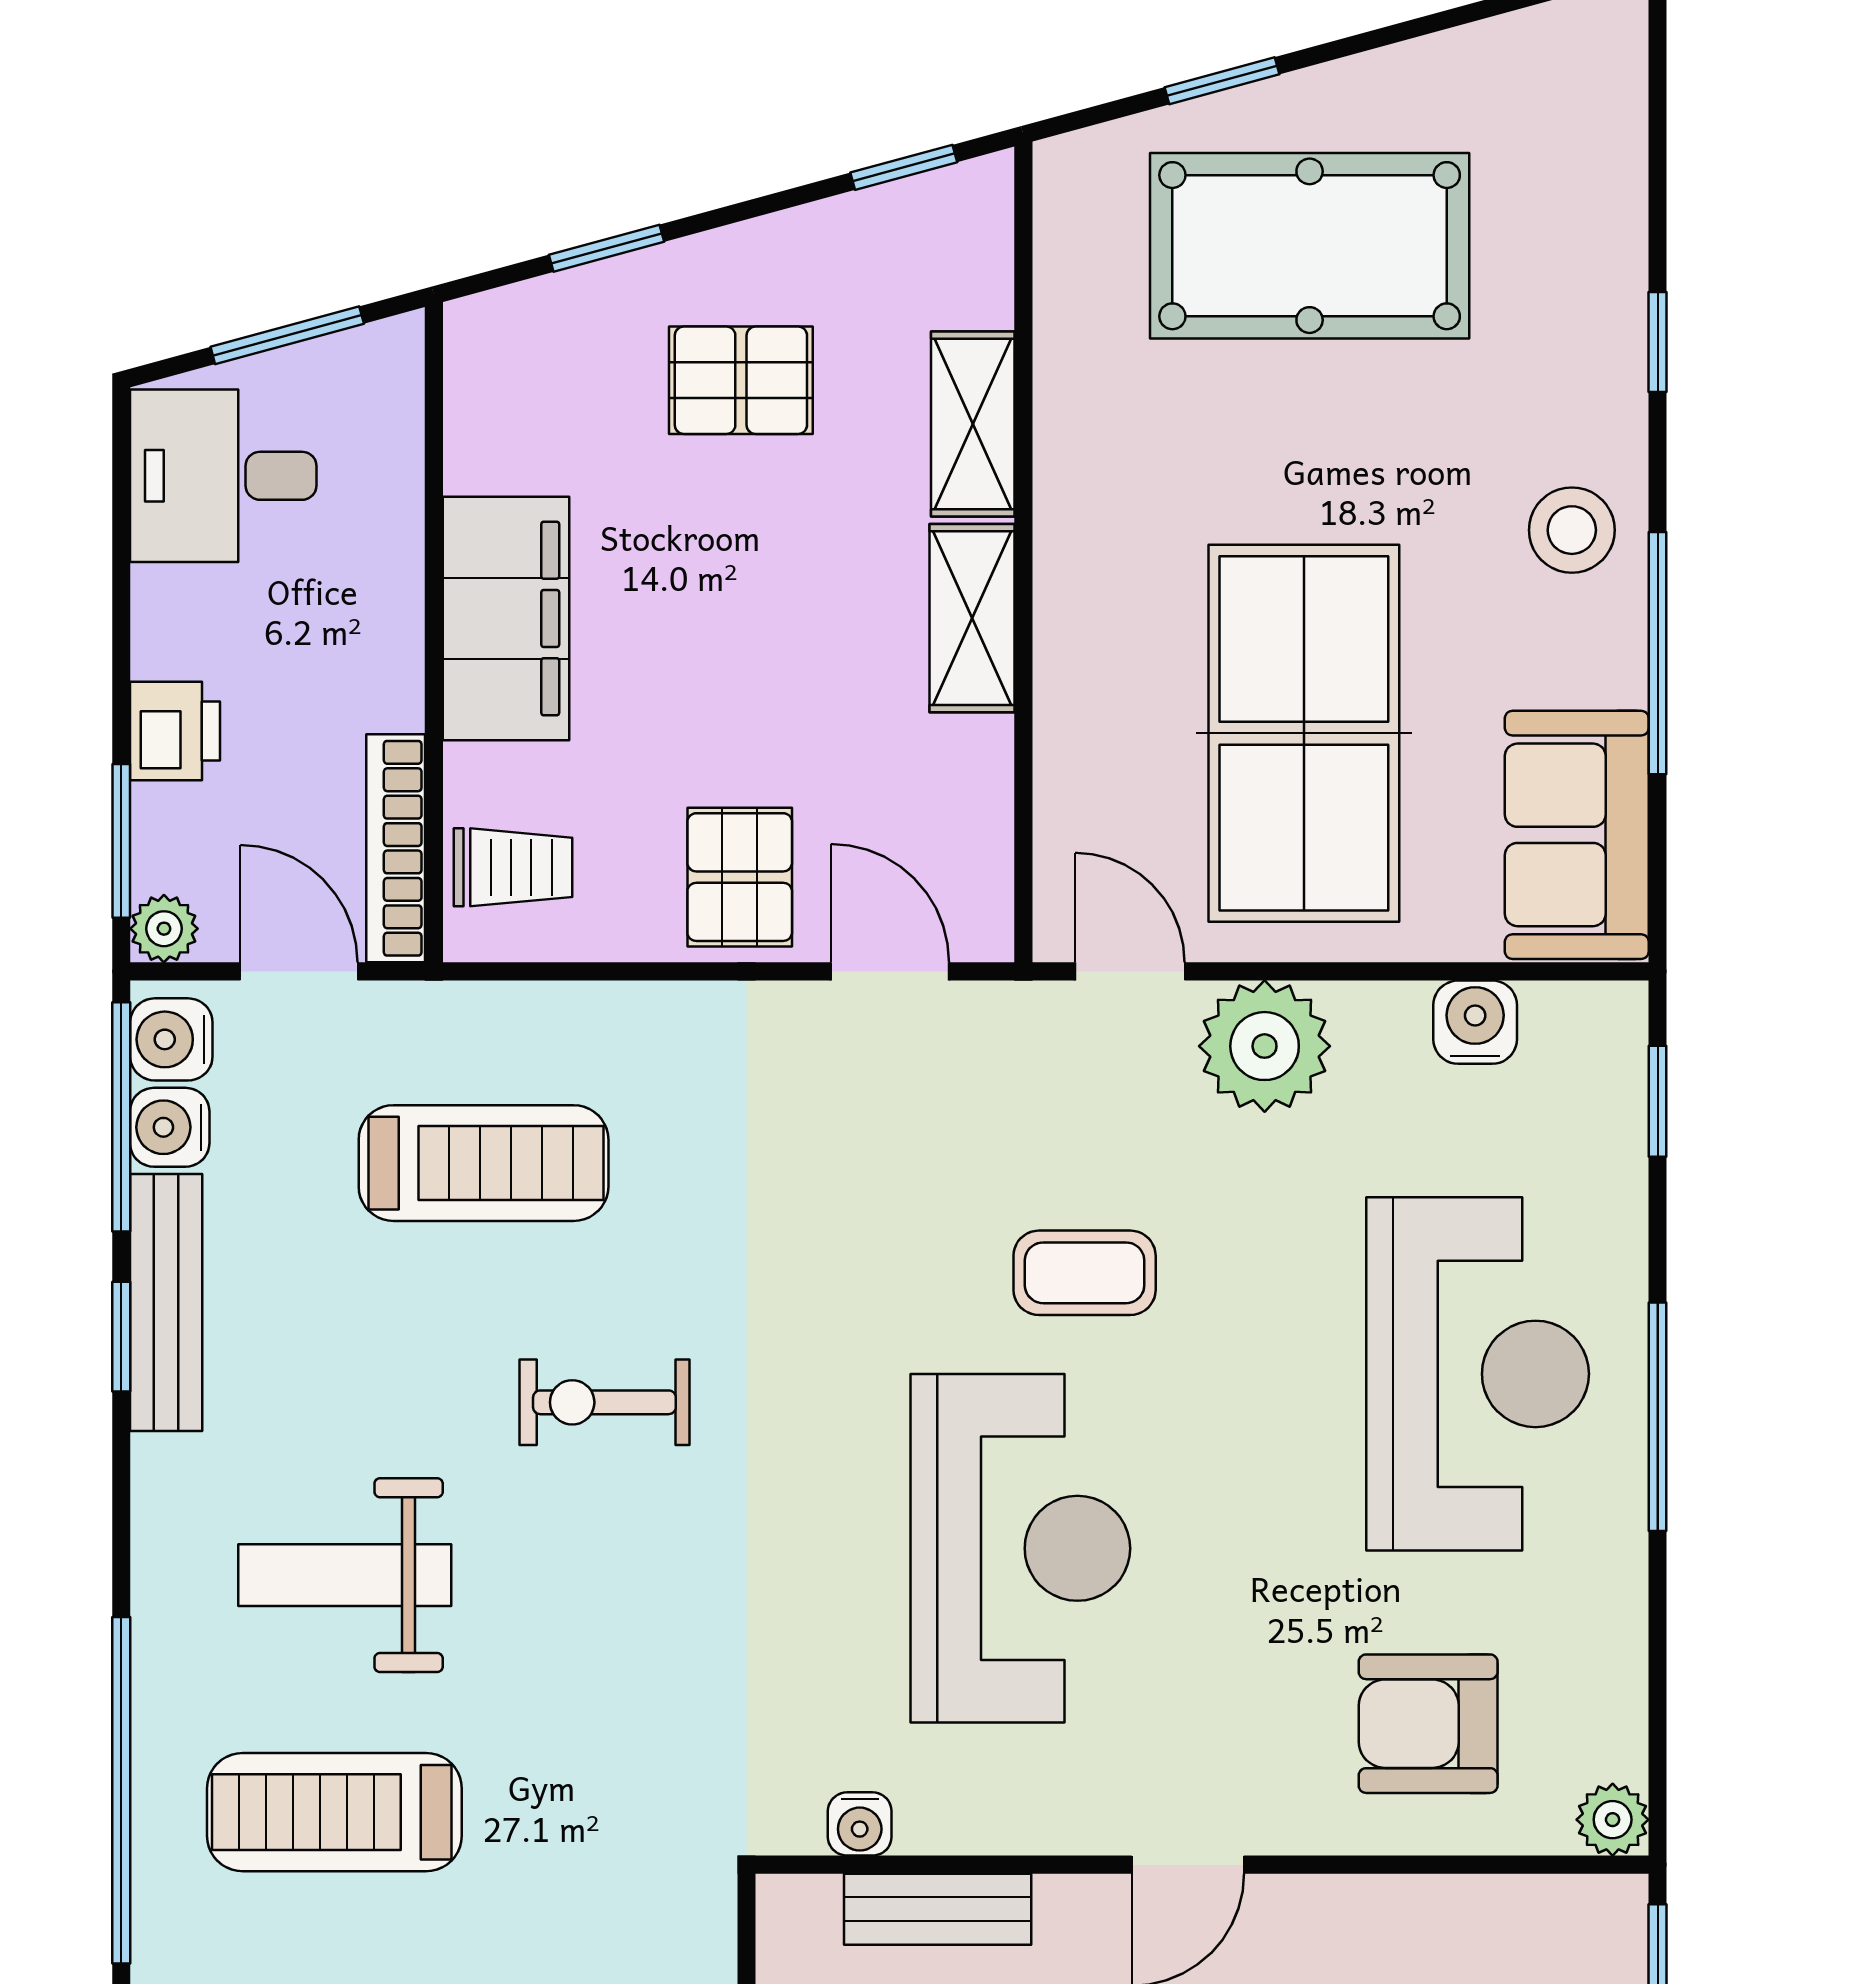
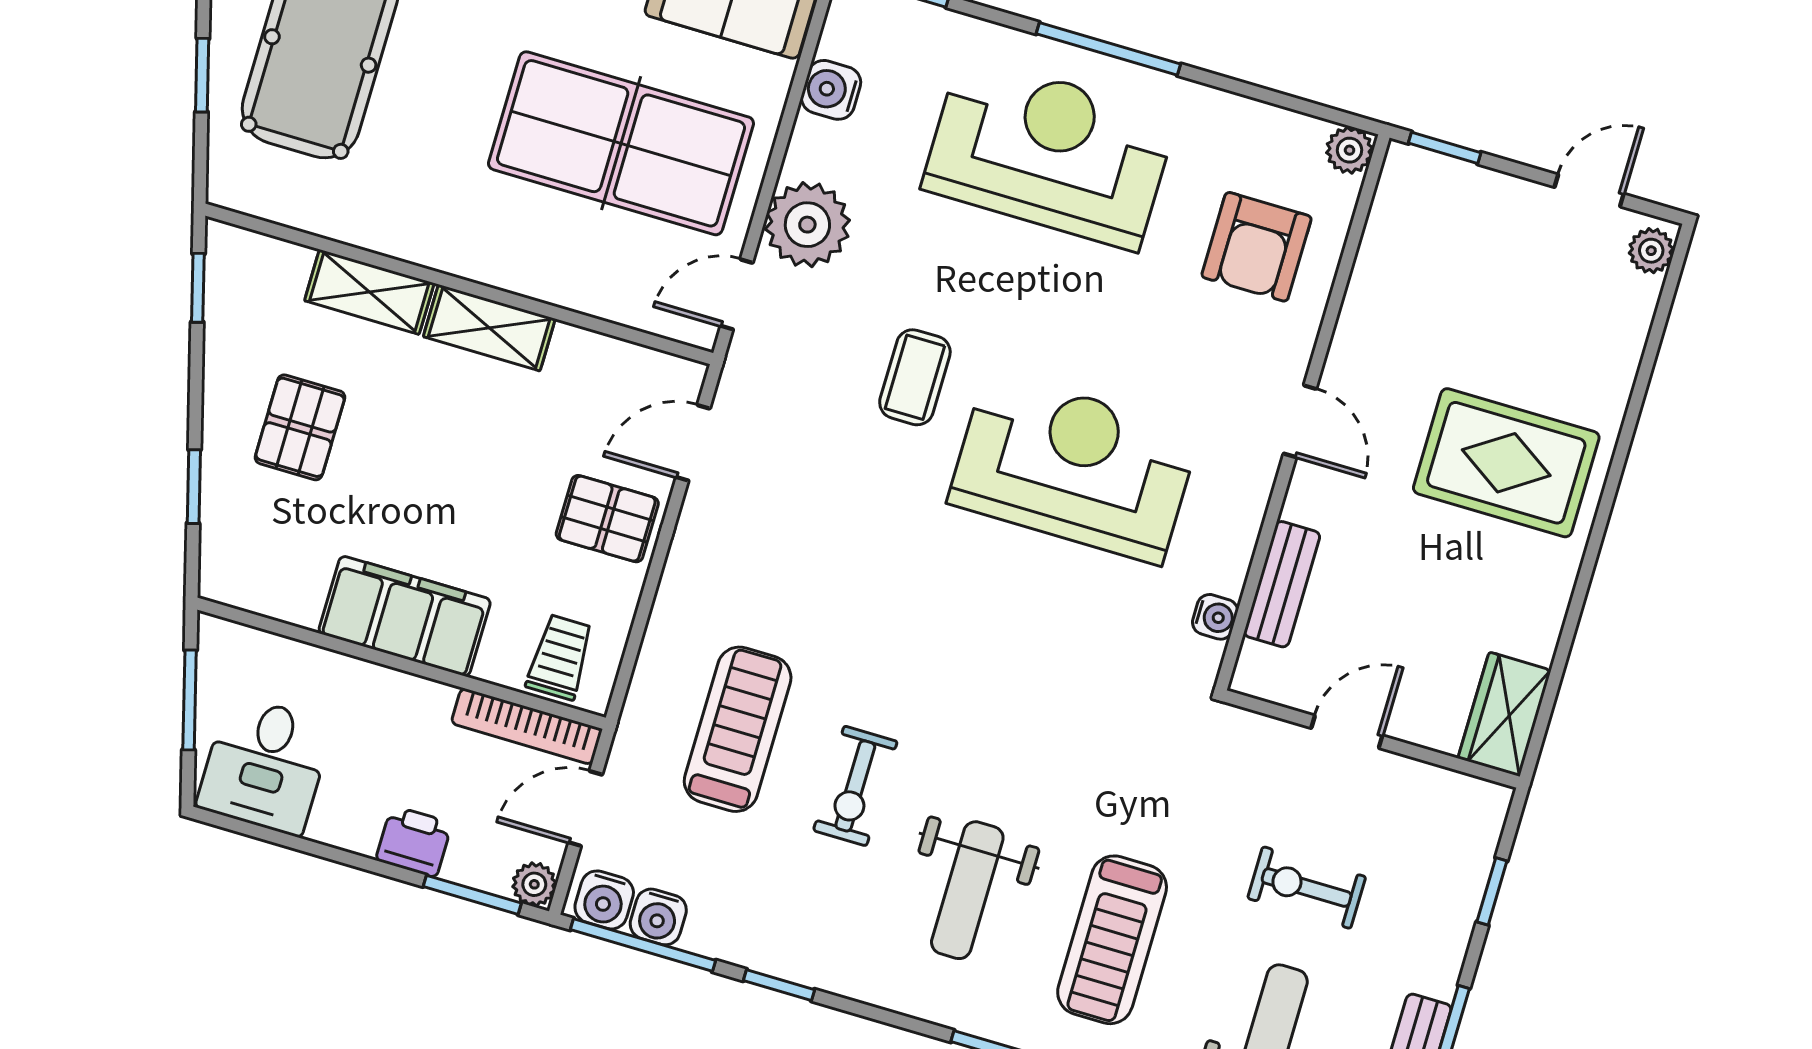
bench: (166, 1303) -> (766, 951), removed
exercise bike: (604, 1402) -> (855, 786), moved

